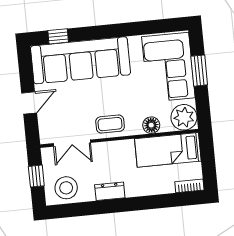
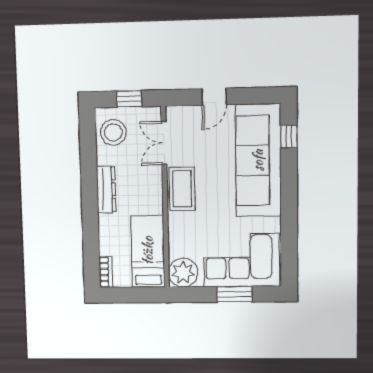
door: (29, 103) -> (214, 97), hinge flipped
coffee table: (110, 124) -> (182, 189), width x1.36, depth x1.30
floor lamp: (151, 125) -> (177, 235), removed
dresser: (110, 191) -> (106, 189), width x1.44

